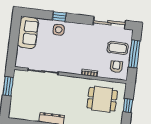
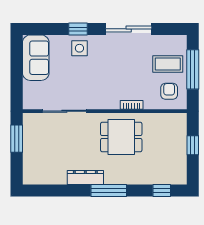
sliding door: (109, 23) -> (129, 29), moved
dining table: (102, 99) -> (121, 137), moved

